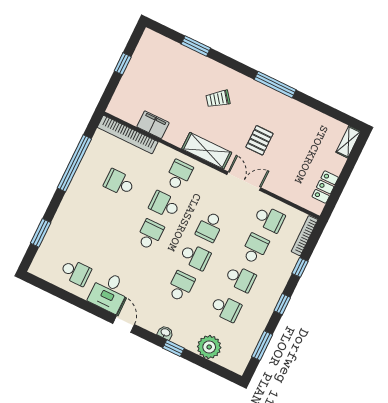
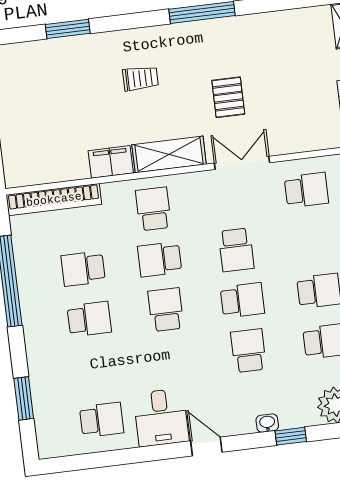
trolley: (218, 99) -> (140, 78), turned -143
filing cabinet: (153, 125) -> (111, 162), moved
school desk: (255, 249) -> (89, 319), moved, turned 90

